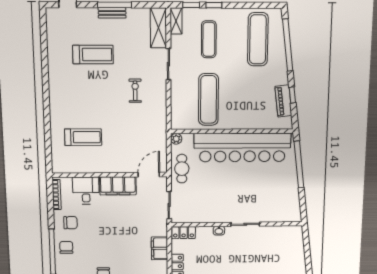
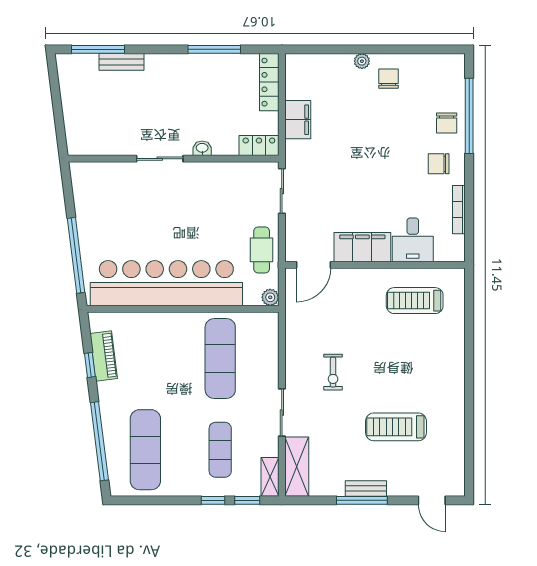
wall: (110, 175) -> (375, 265), moved
door: (149, 175) -> (314, 265), moved
filing cabinet: (118, 186) -> (362, 247), moved
desk: (86, 191) -> (413, 240), moved

